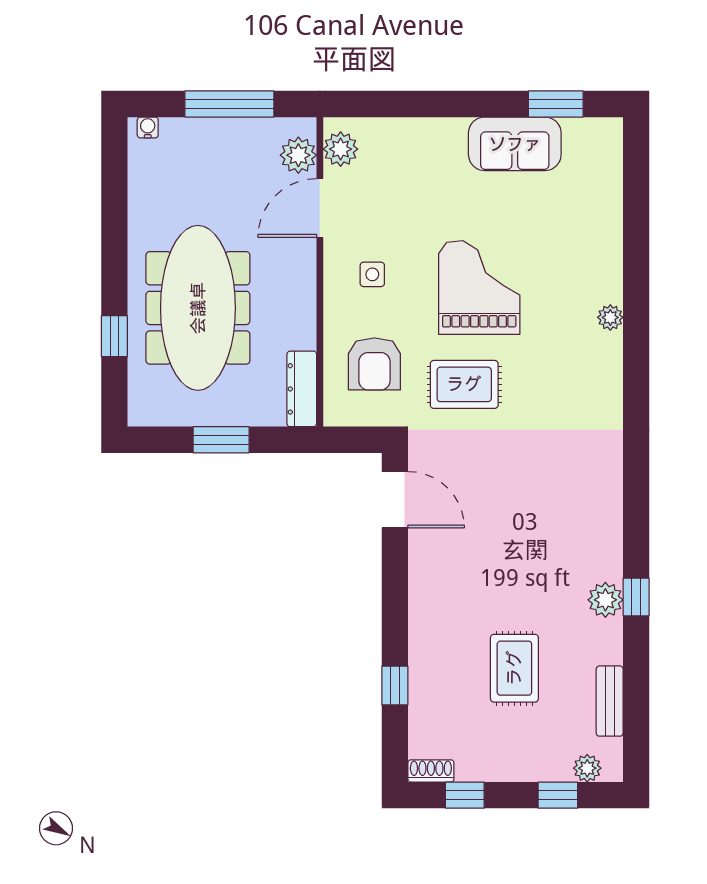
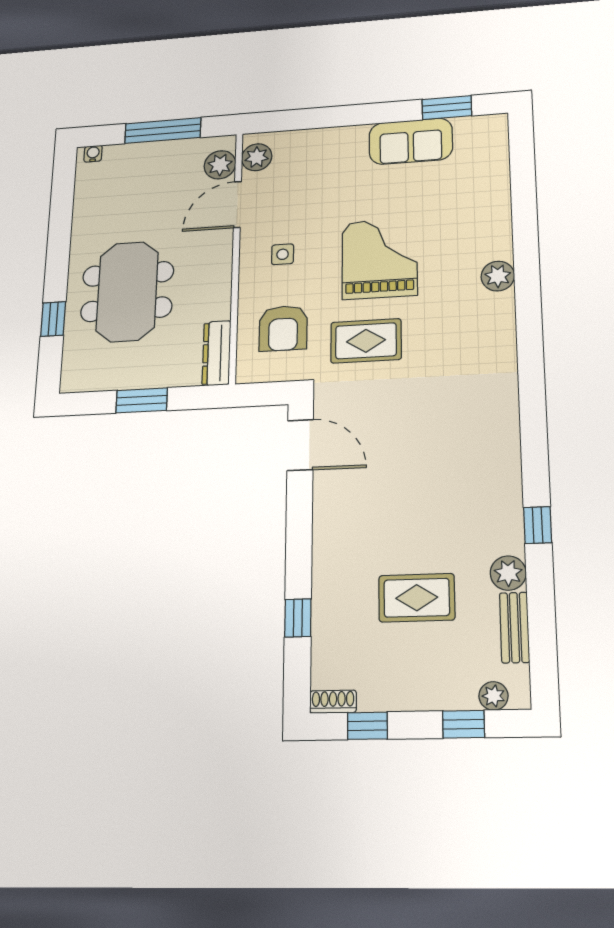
meeting table: (198, 308) -> (127, 292), width x0.73
plant: (610, 317) -> (498, 276), width x1.38, depth x1.38
plant: (605, 600) -> (508, 573), moved
rug: (514, 668) -> (417, 598), turned 90

